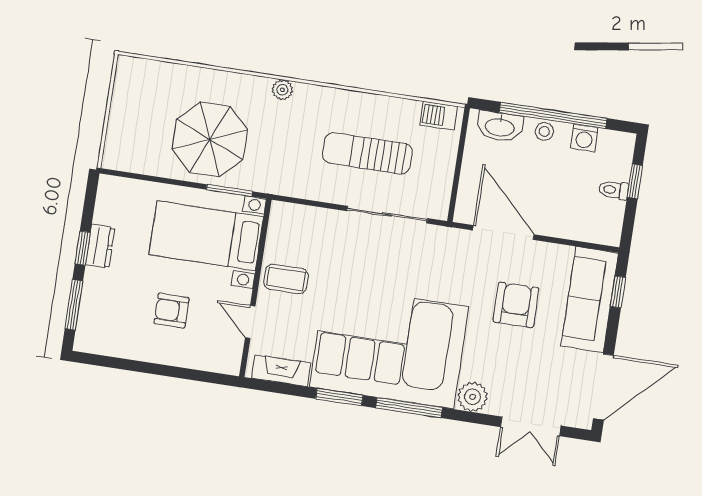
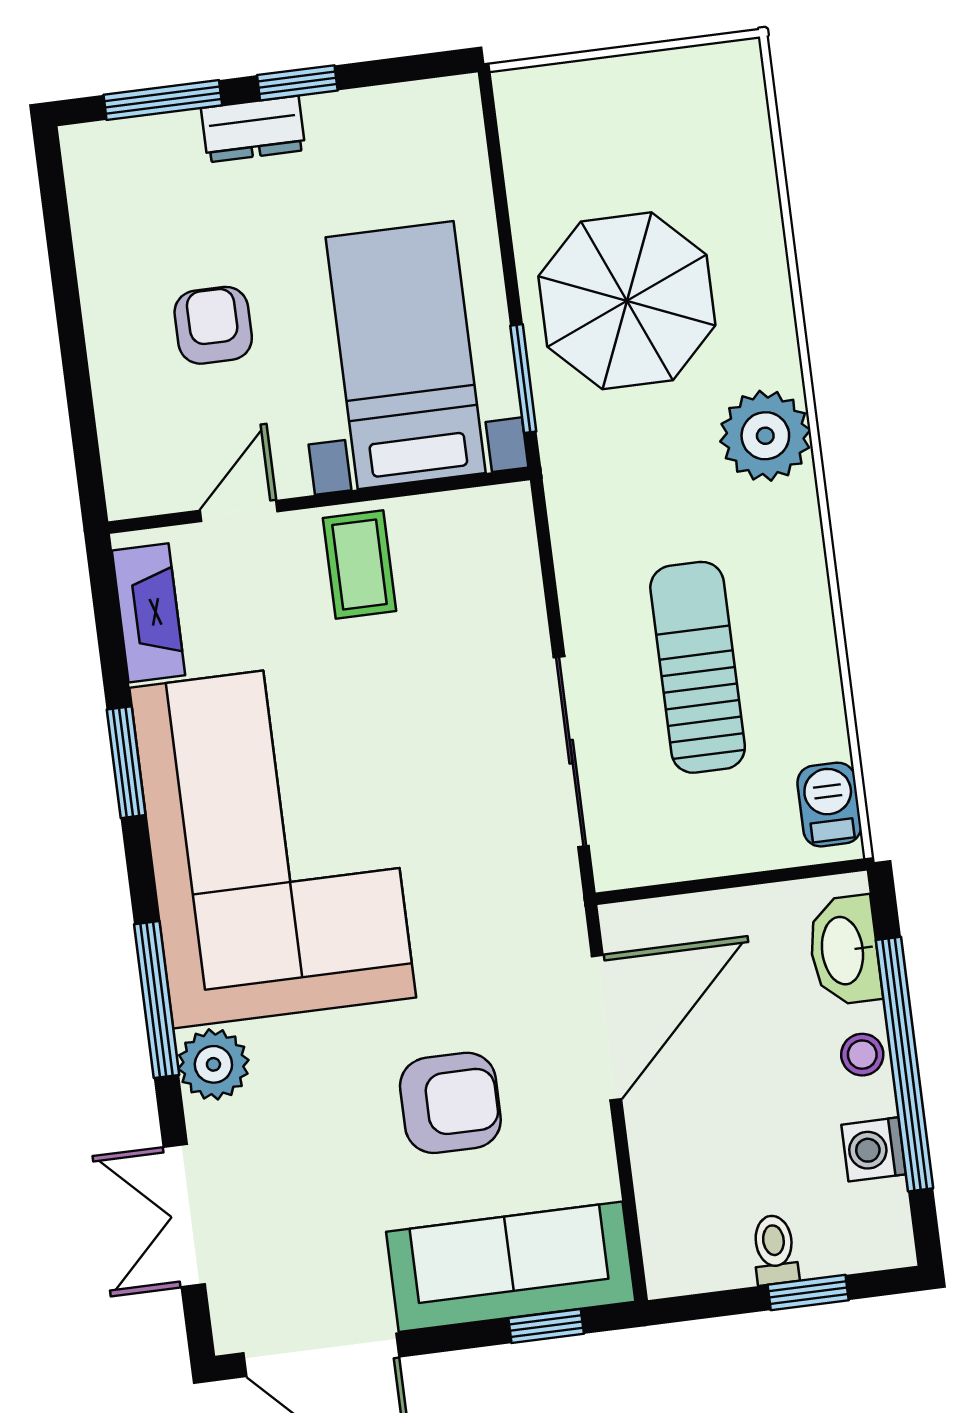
plant: (282, 90) -> (765, 436), width x1.87, depth x1.87
dresser: (100, 246) -> (253, 129), moved
window: (409, 408) -> (157, 1000), moved

